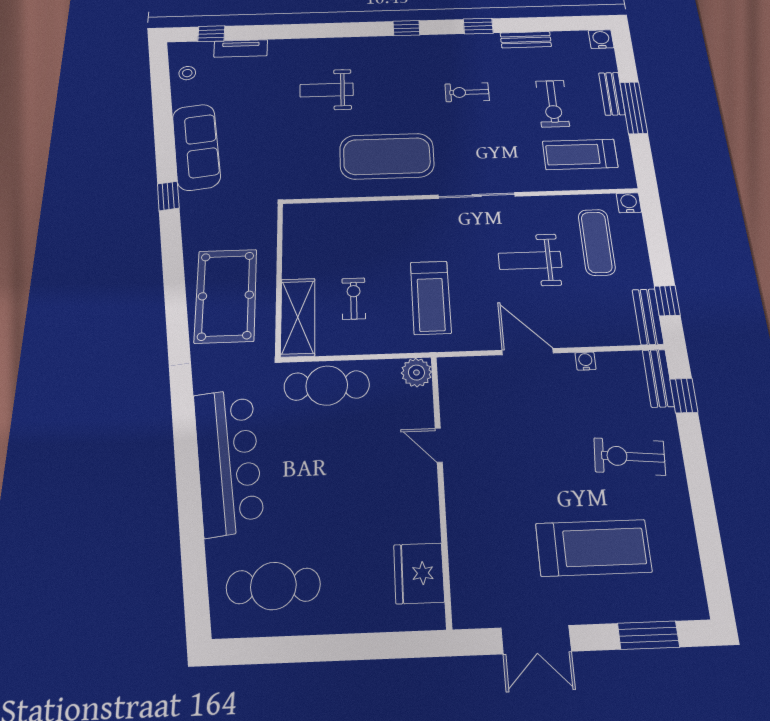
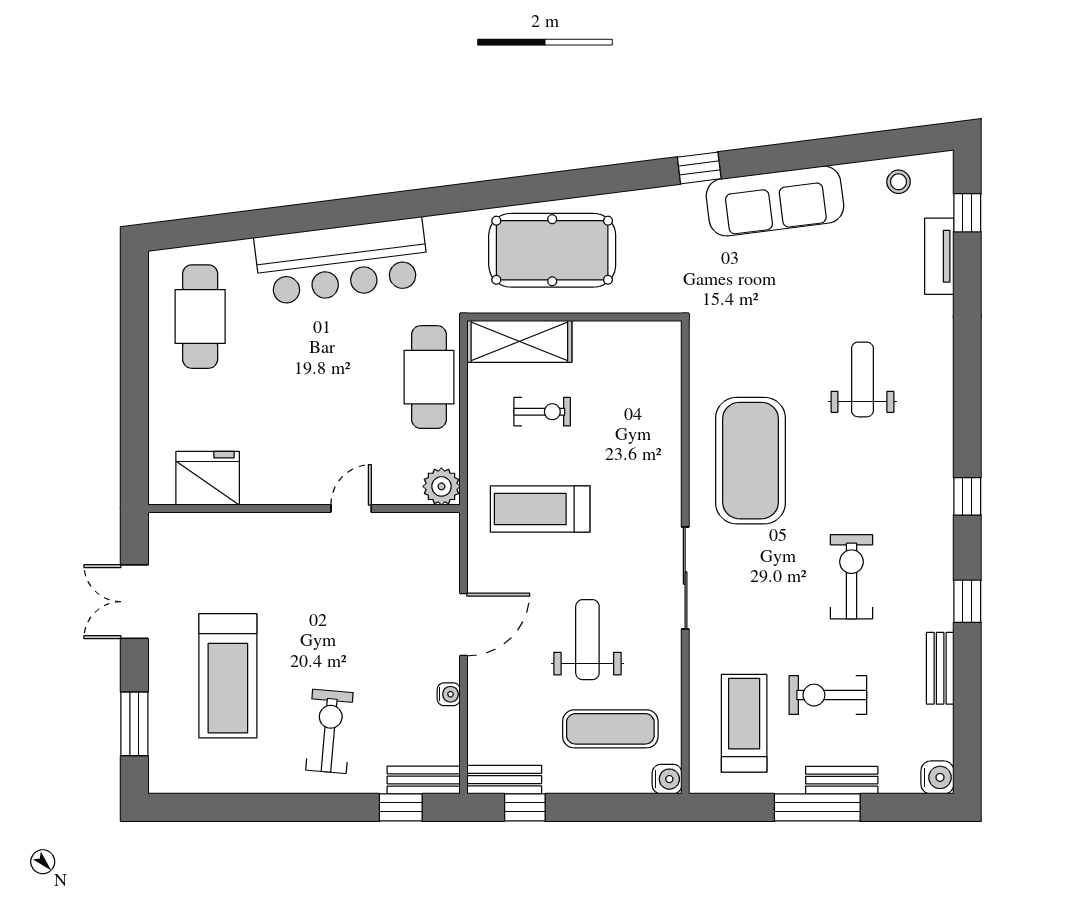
exercise bike: (467, 92) -> (851, 577), width x1.38, depth x1.39

